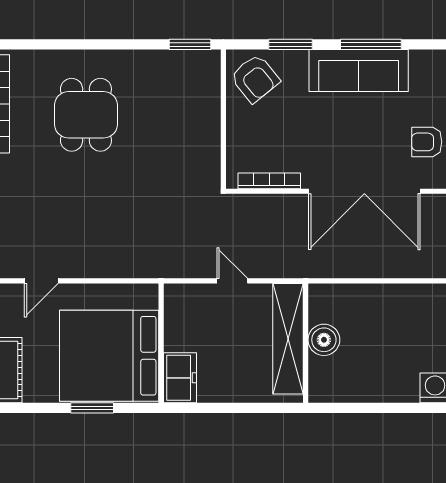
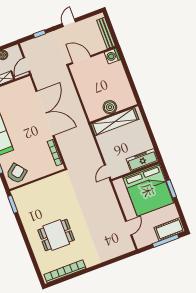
armchair: (427, 142) -> (16, 96), removed
door: (41, 281) -> (129, 228), hinge flipped
door: (232, 281) -> (107, 171), moved
freezer: (180, 378) -> (142, 160), width x1.40

